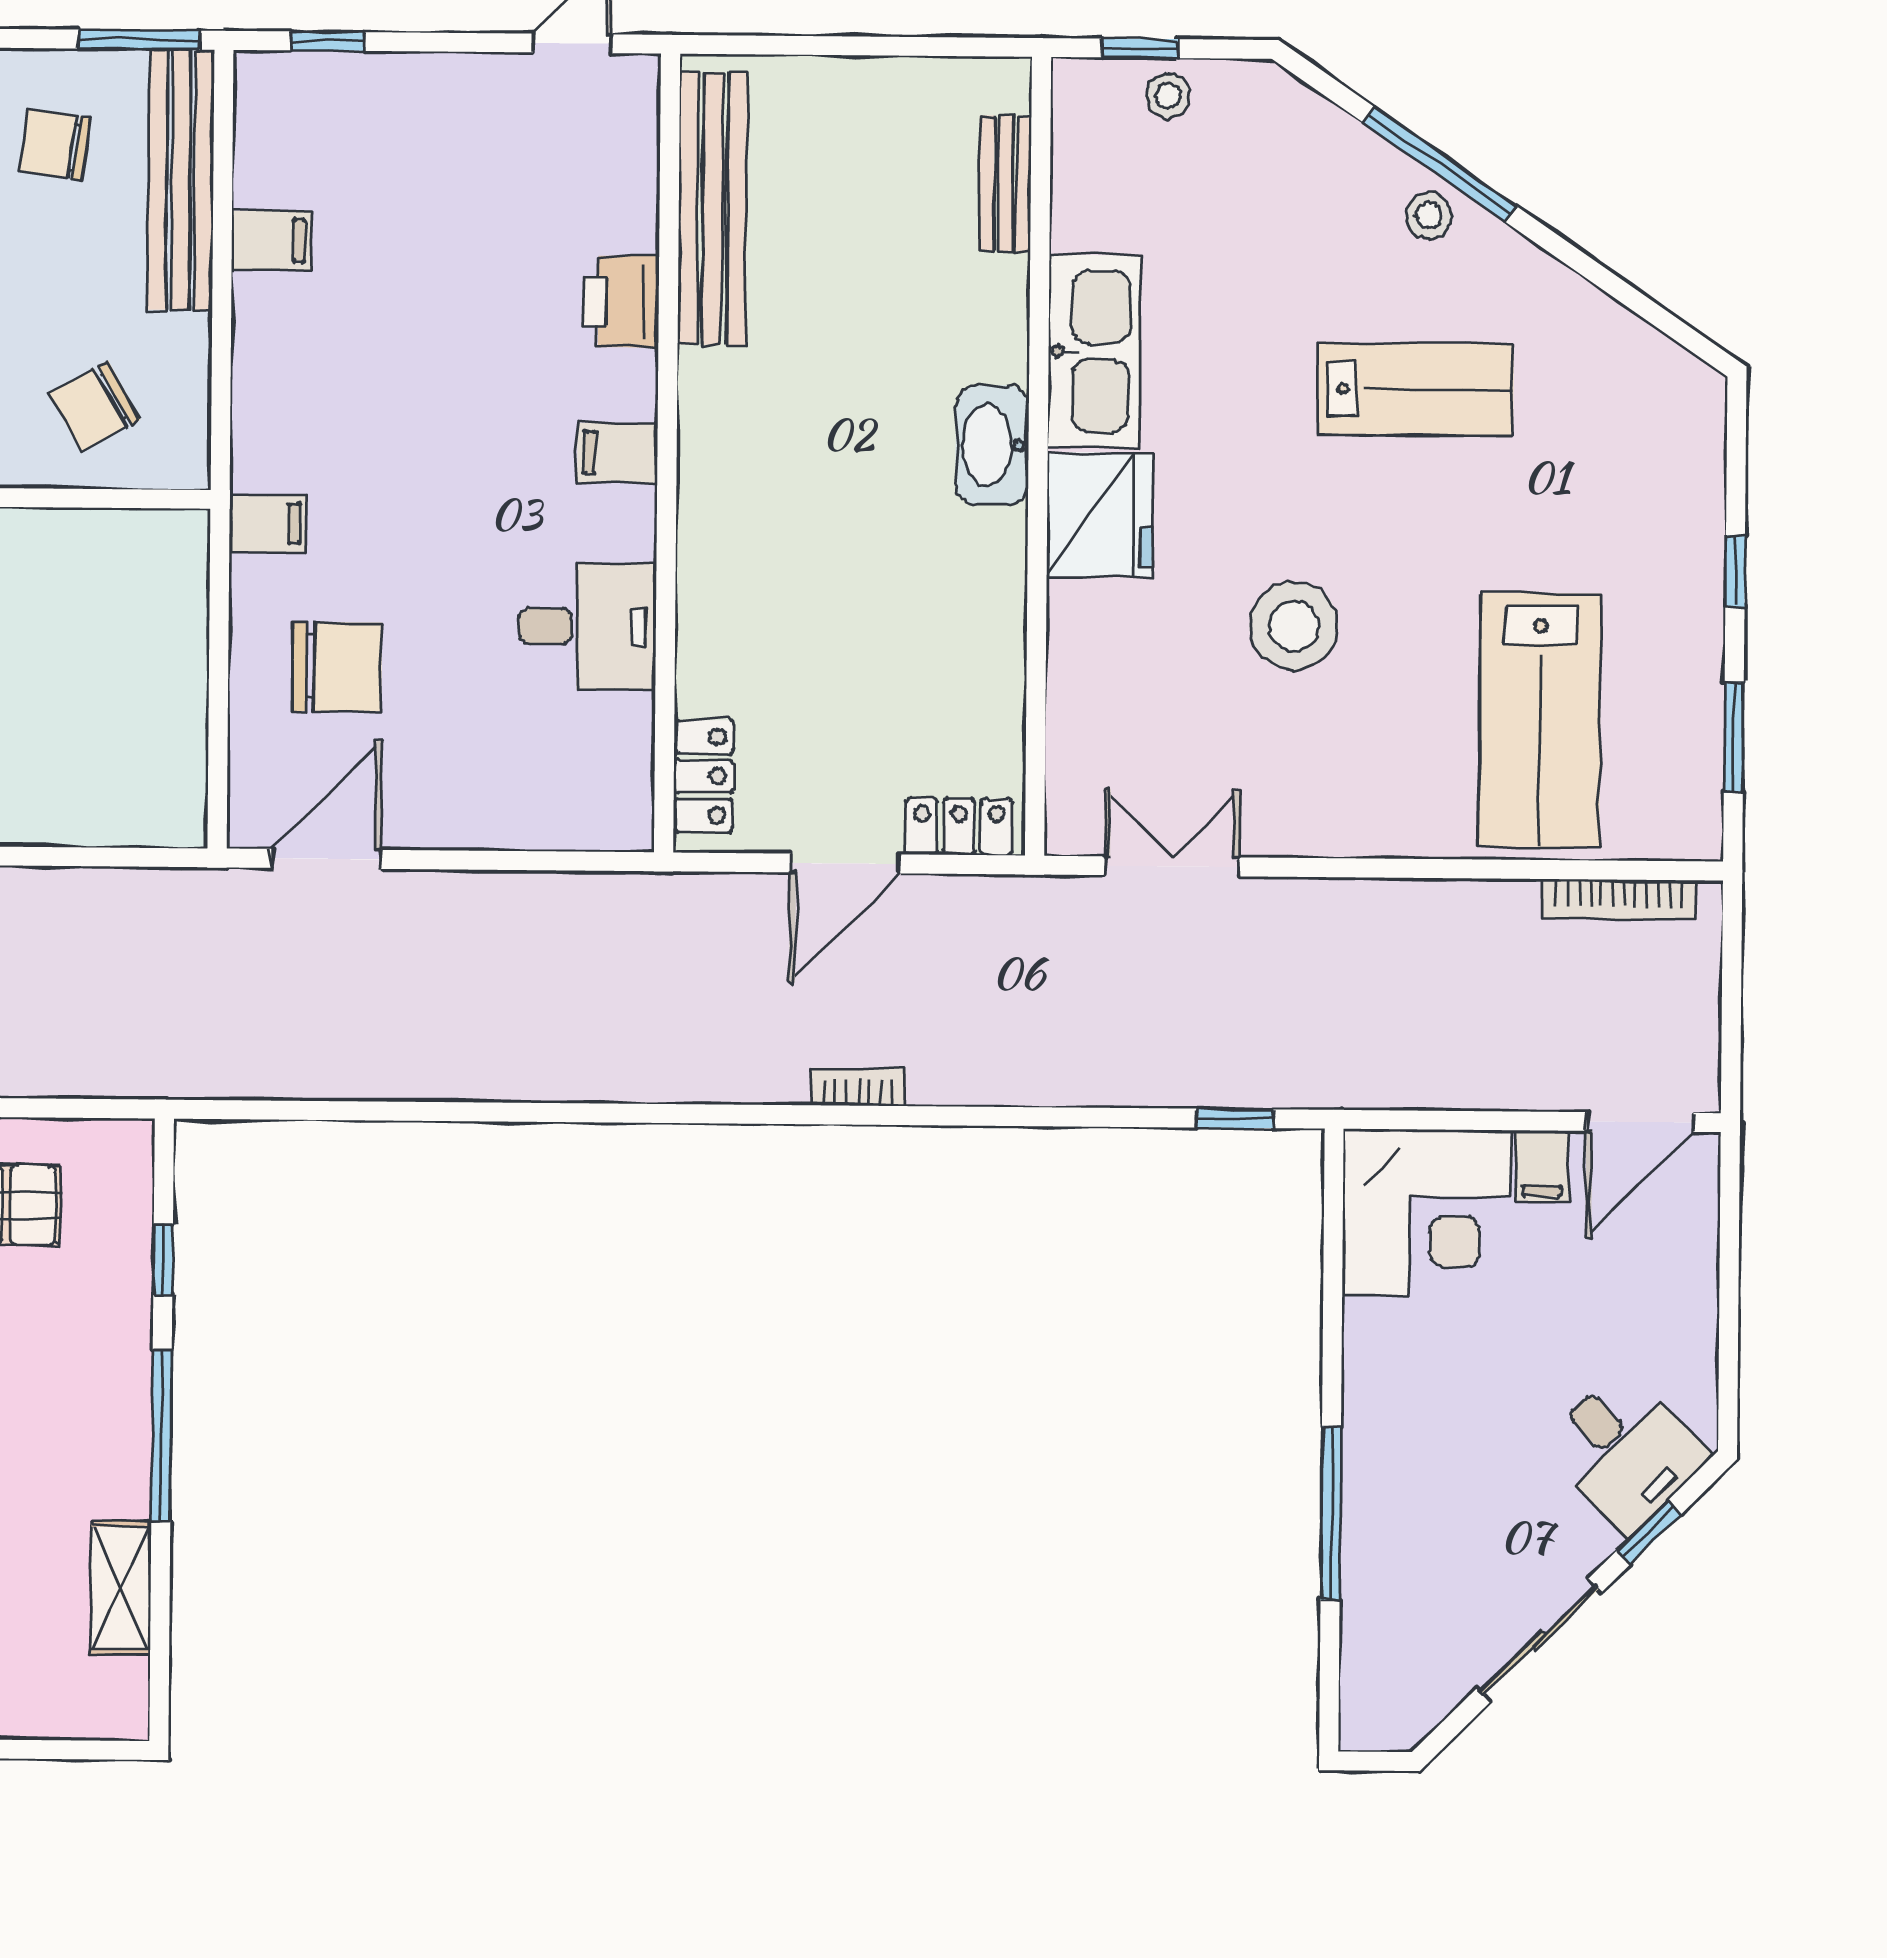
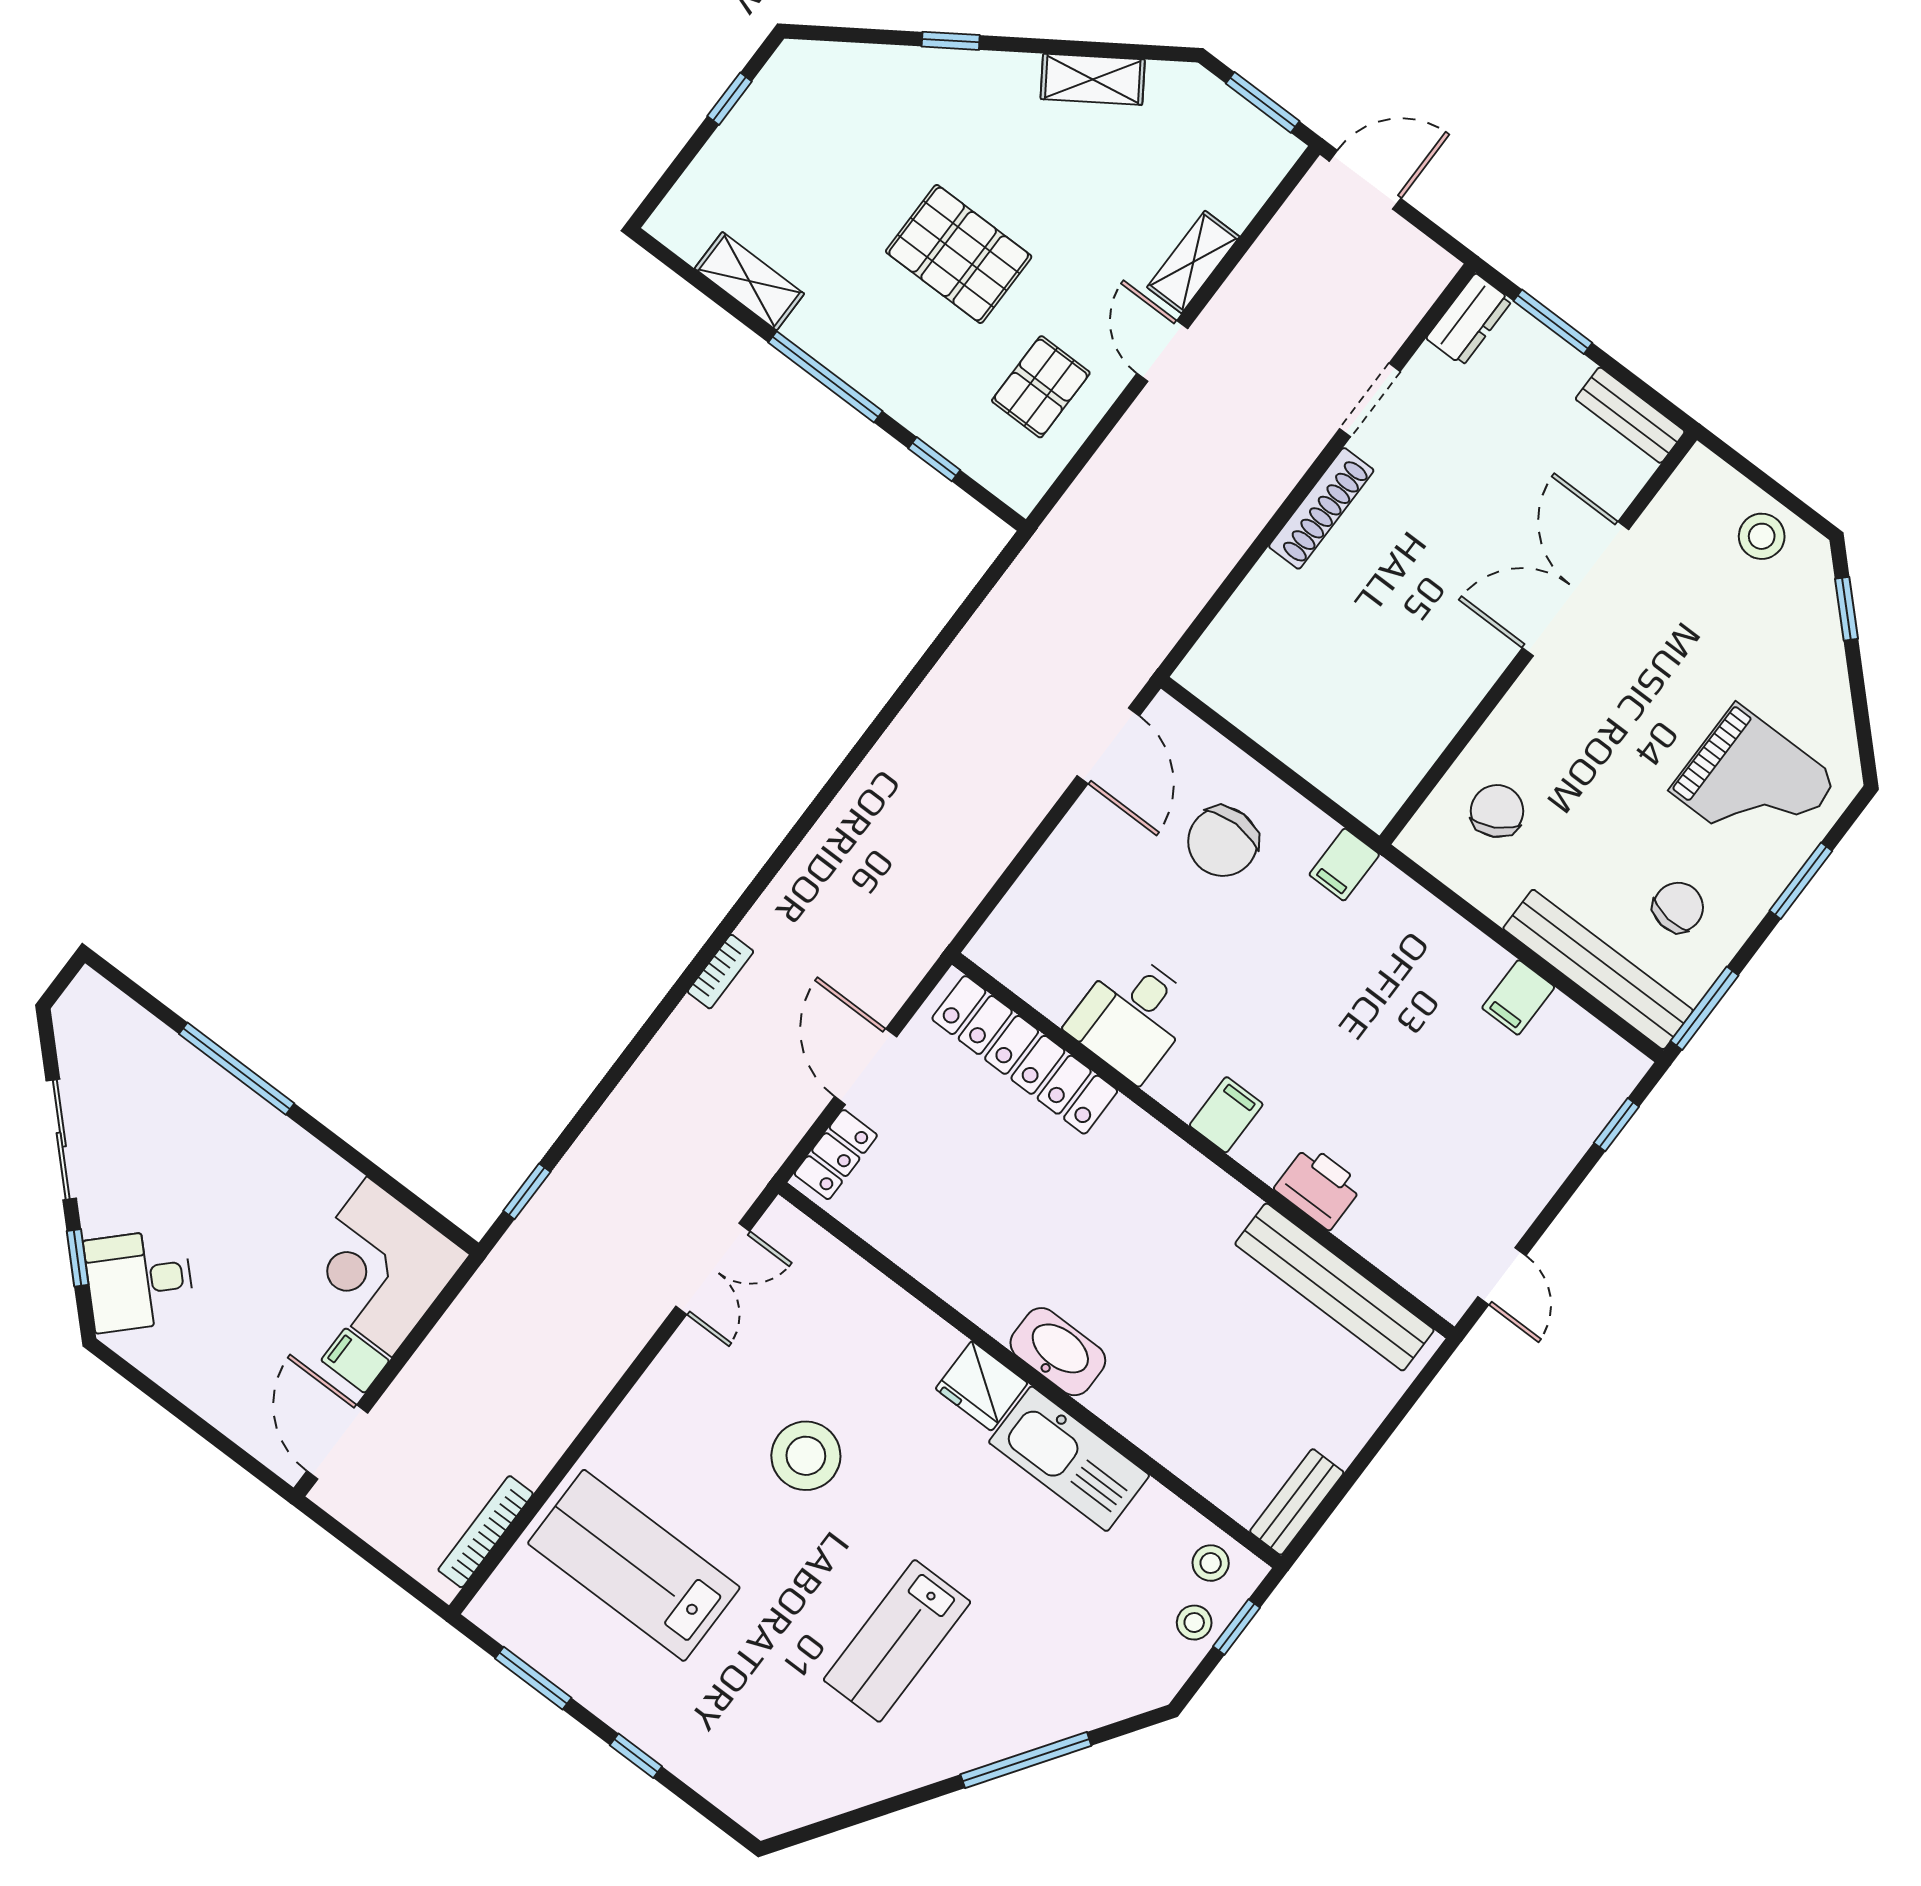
bench: (1005, 183) -> (1297, 1502), moved, turned 90
stool: (1429, 215) -> (1211, 1563), moved
fridge: (1100, 514) -> (982, 1386), width x0.73, depth x0.75
locker: (704, 776) -> (1025, 1055), width x2.16, depth x1.21

